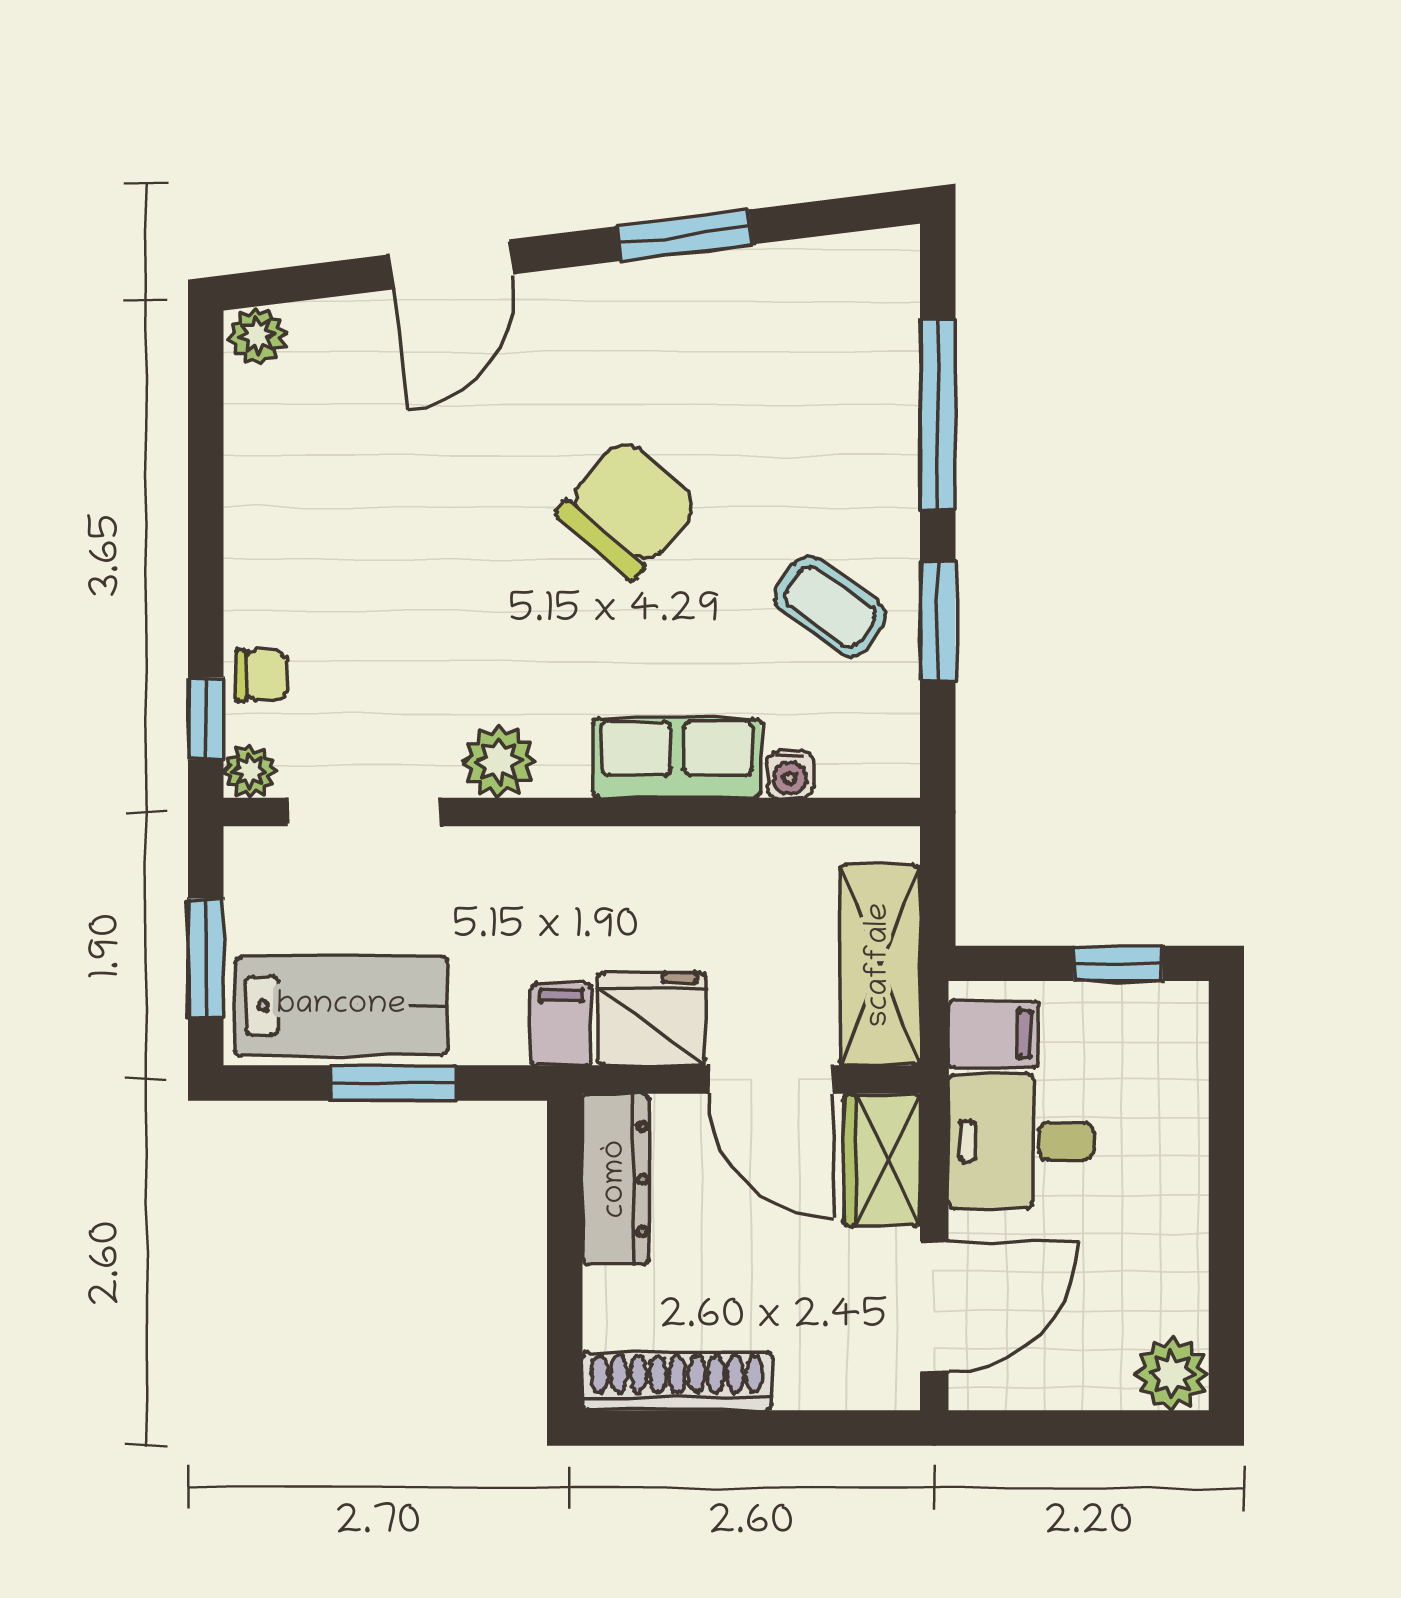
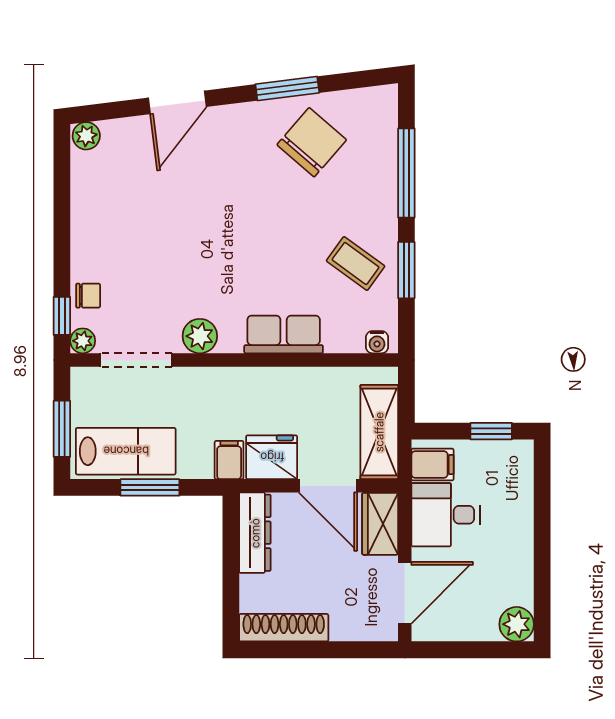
chair: (627, 509) -> (312, 142), moved
water cooler: (790, 774) -> (377, 342), moved

